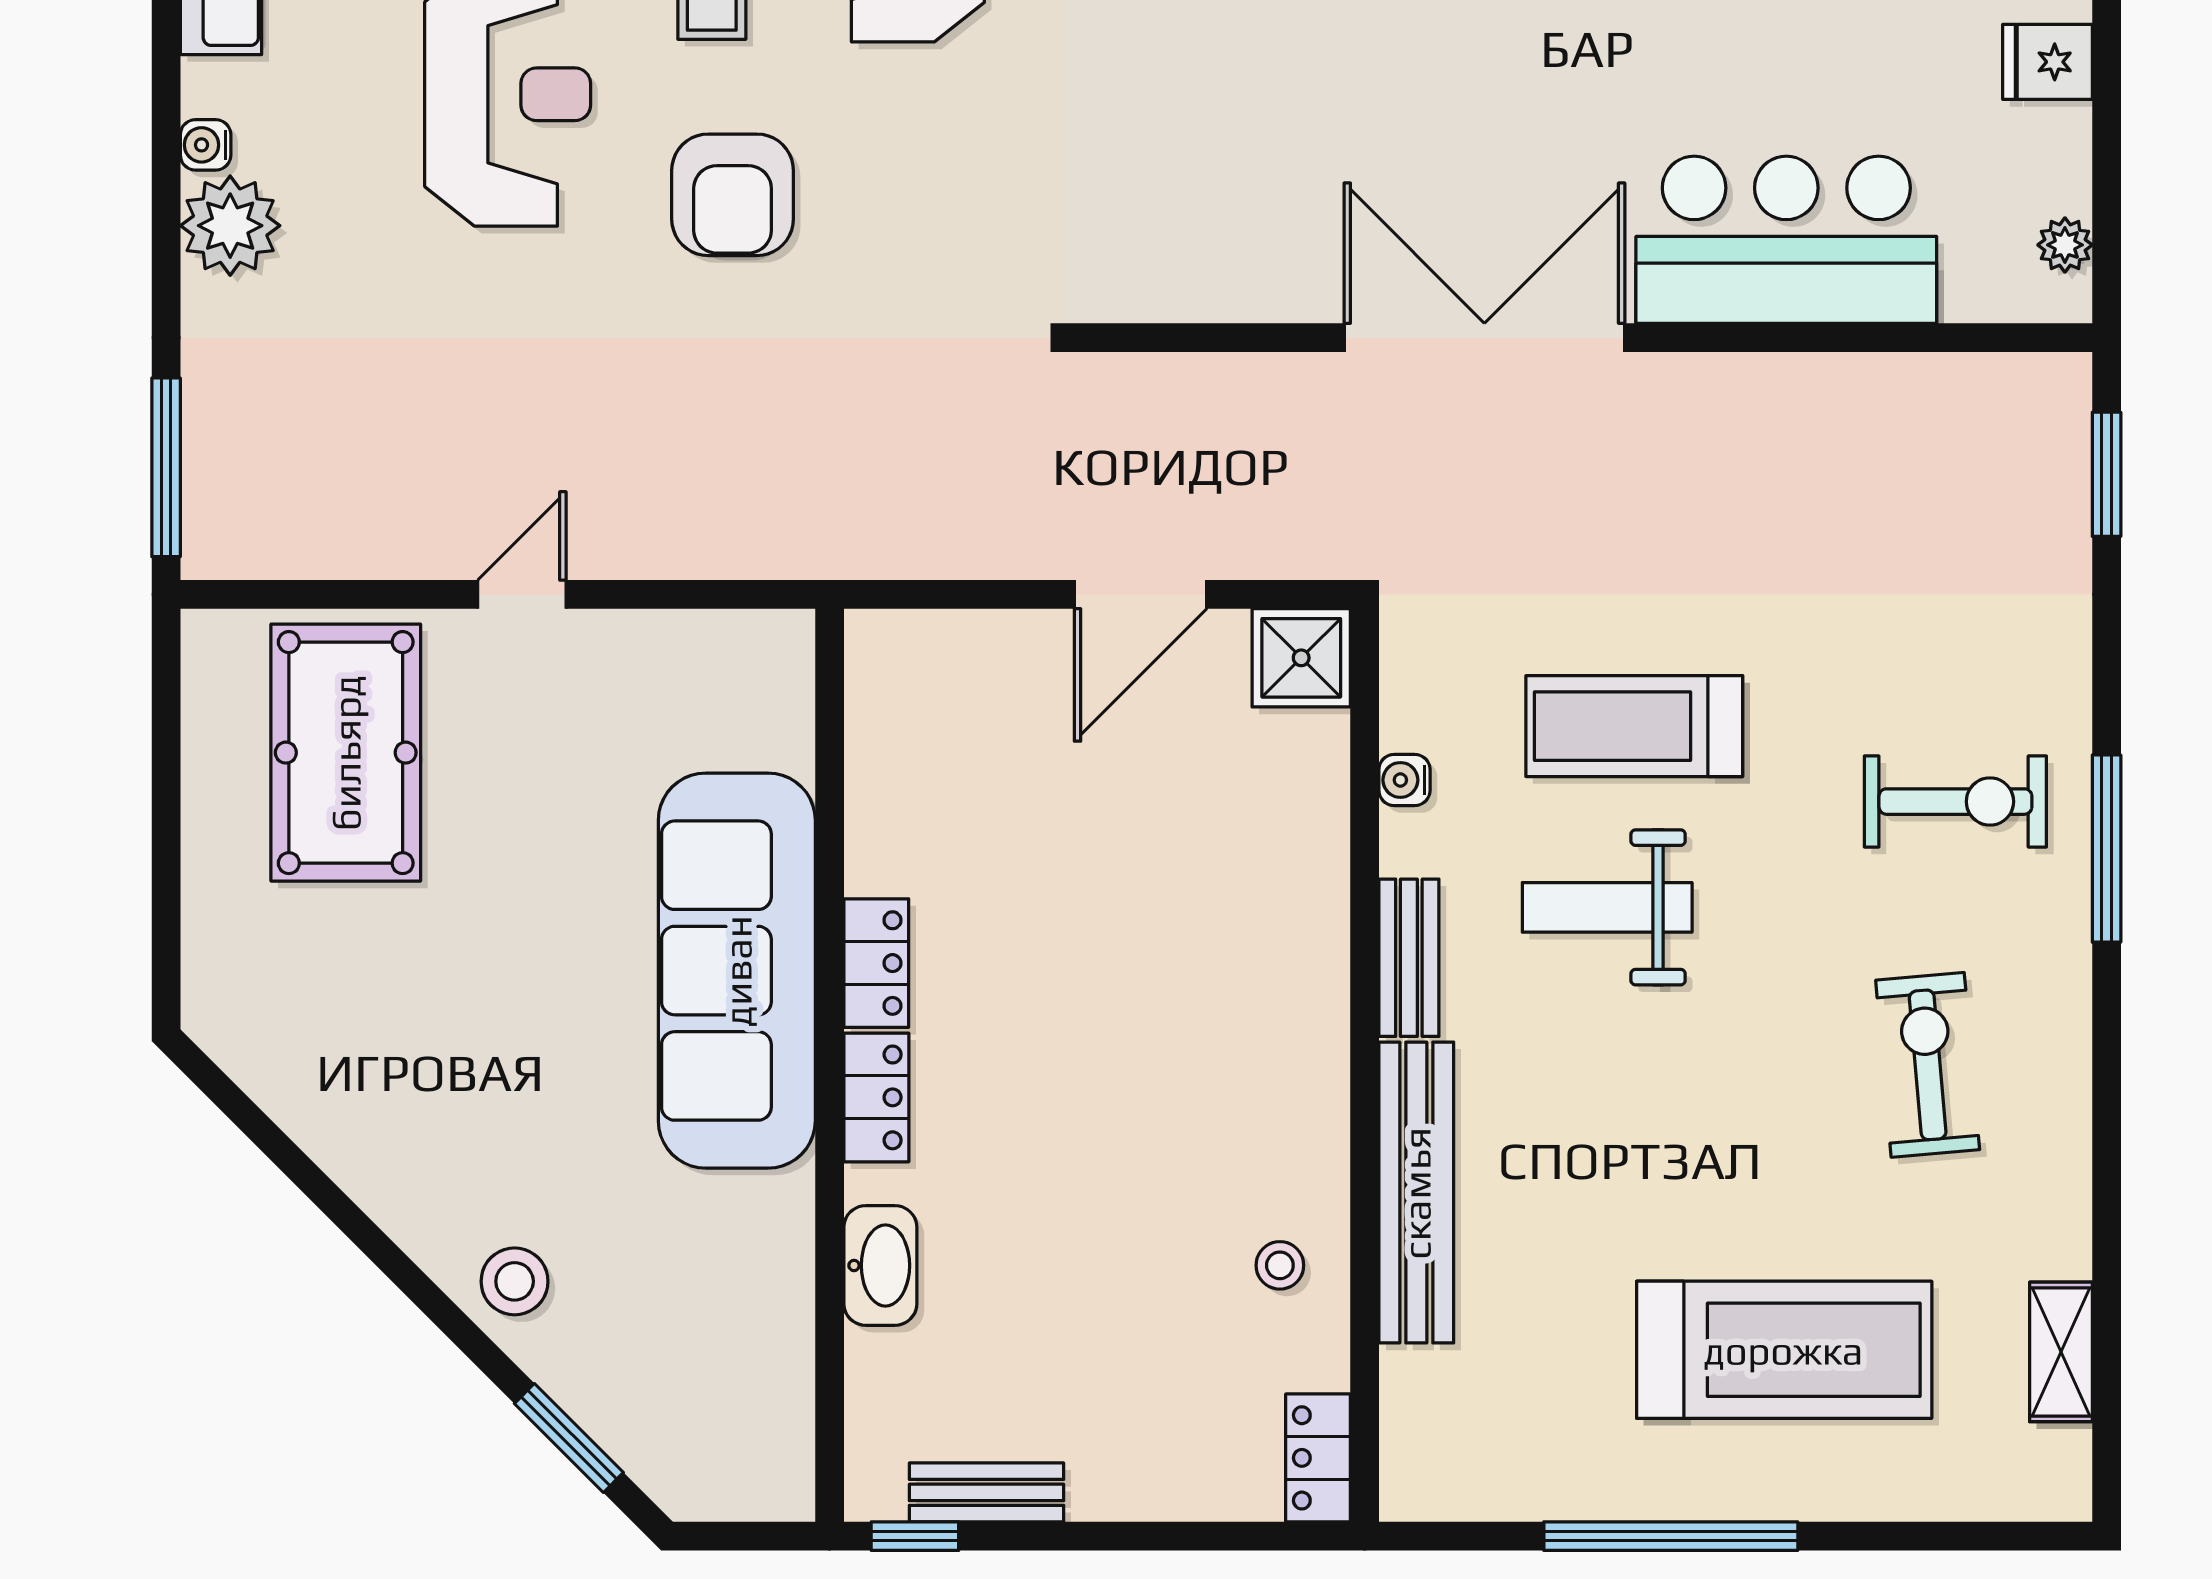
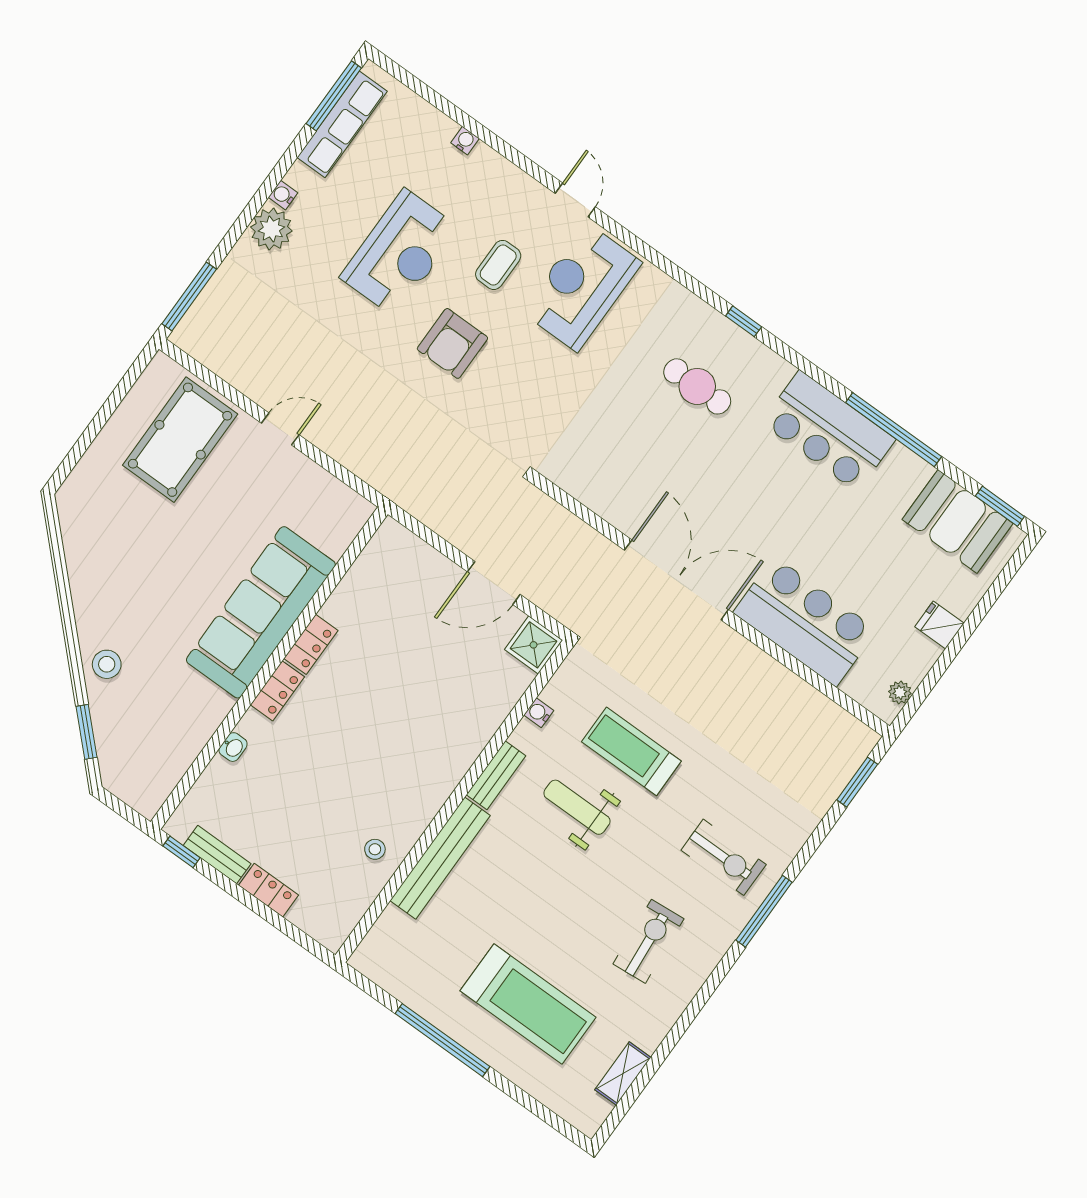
washbasin: (880, 1265) -> (233, 747), width x0.52, depth x0.69
locker: (1318, 1458) -> (268, 890), moved, turned 90

